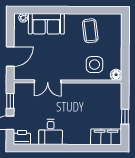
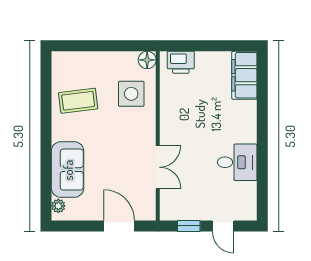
window: (125, 117) -> (213, 46), removed
printer: (22, 137) -> (181, 62), moved, turned -90

